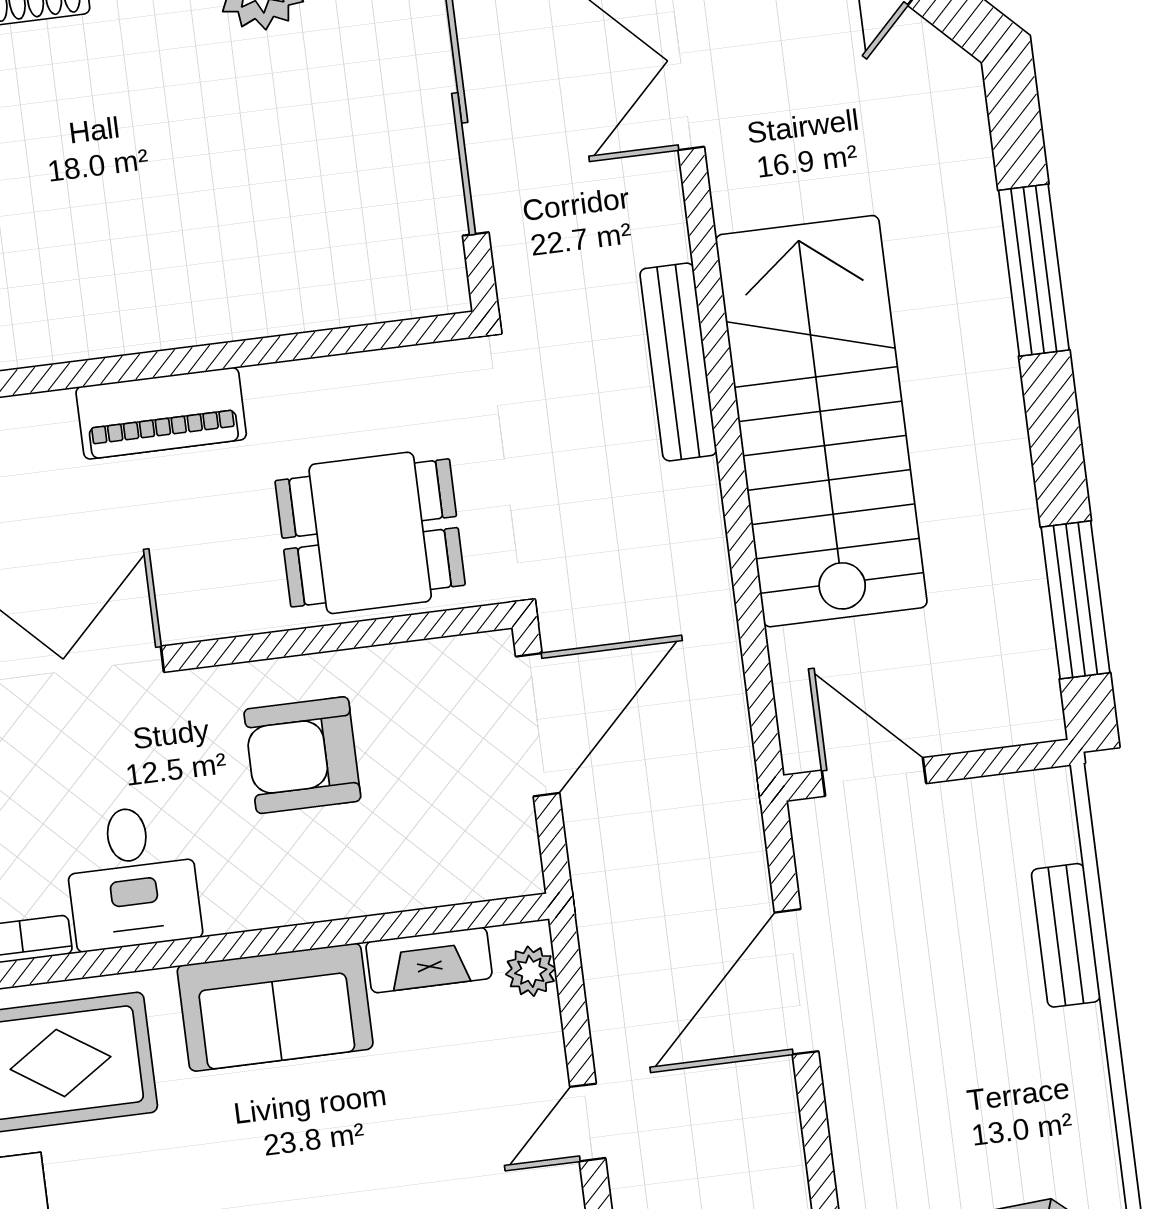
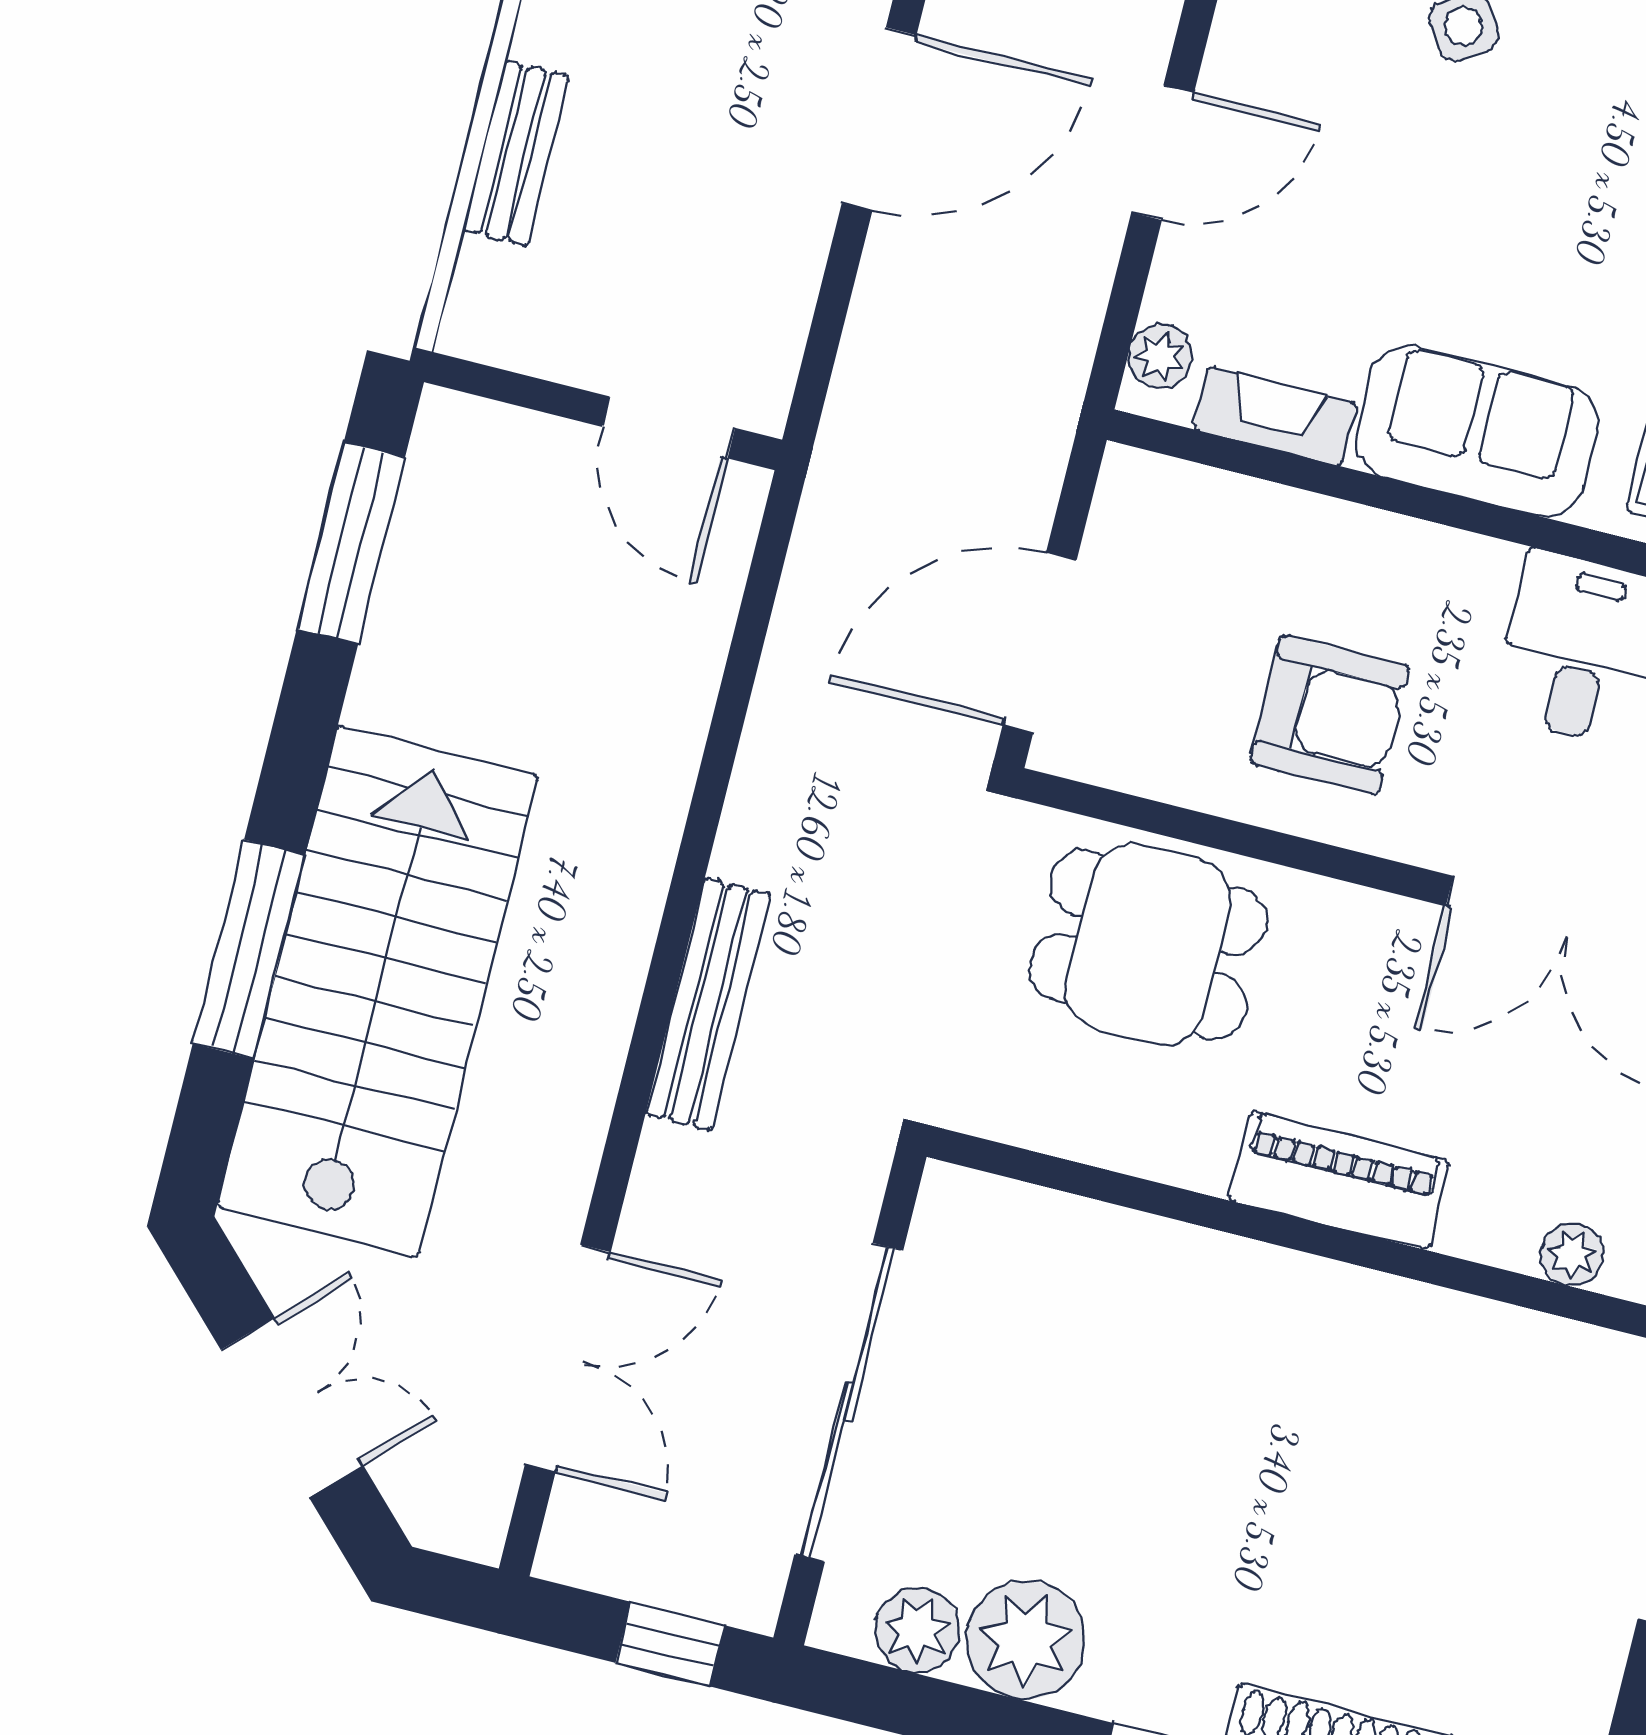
stairs: (821, 421) -> (378, 991), moved, turned 180
door: (797, 982) -> (879, 119), moved
door: (588, 1122) -> (1163, 153), width x1.38

